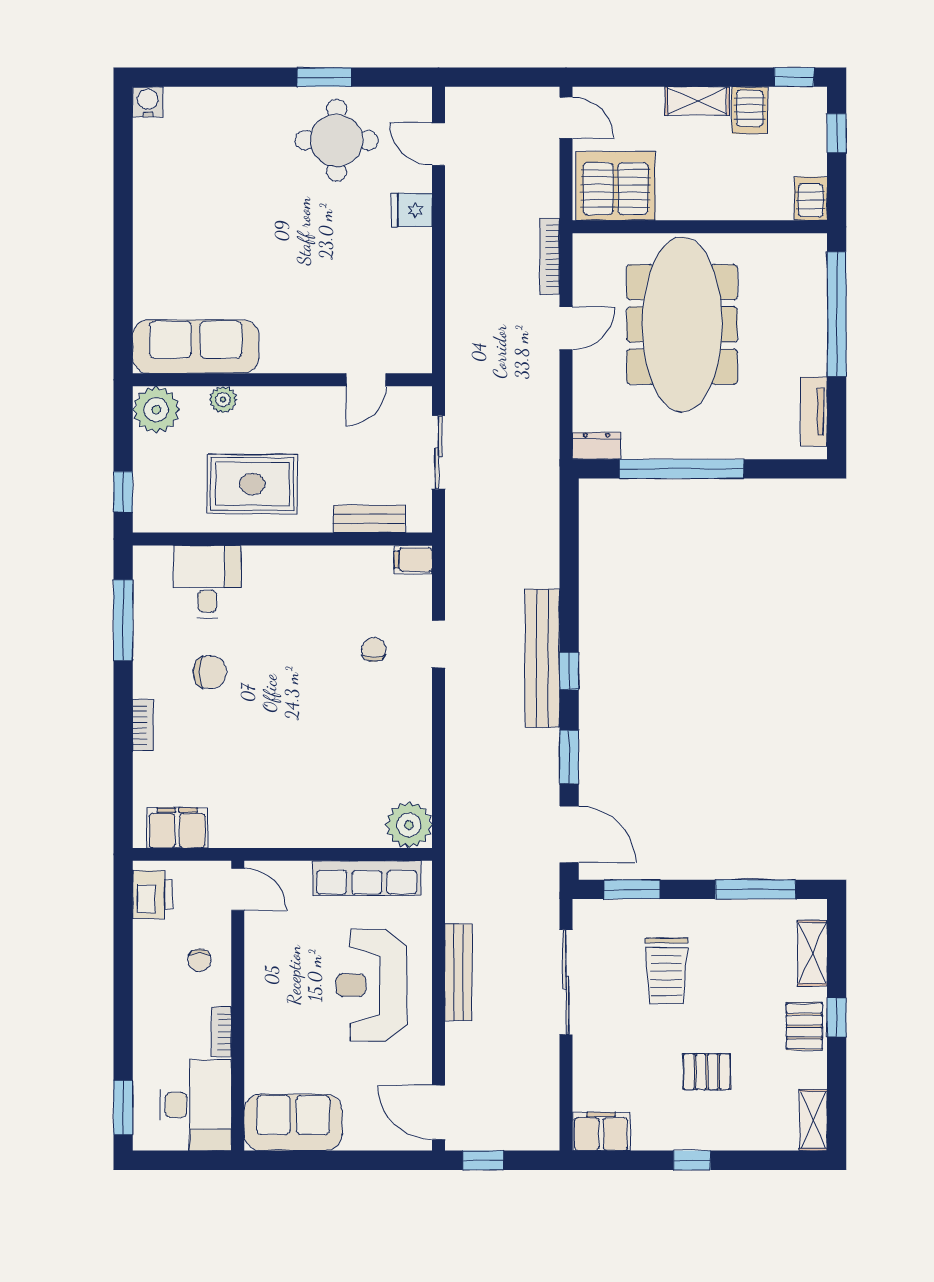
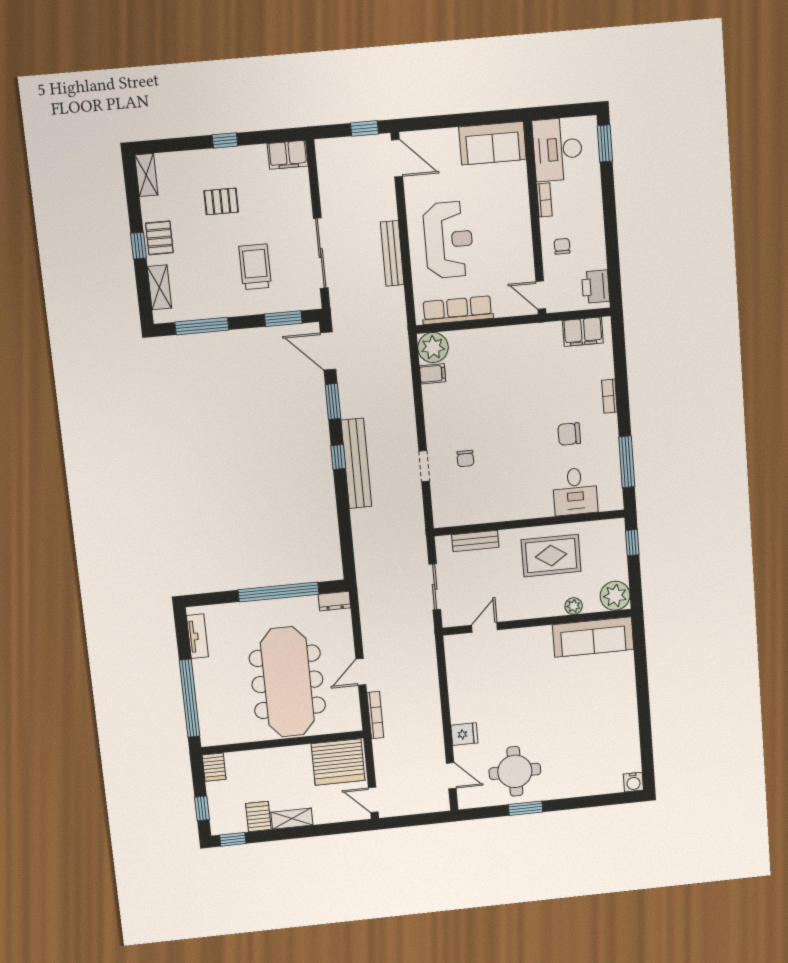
filing cabinet: (413, 560) -> (433, 374), moved

